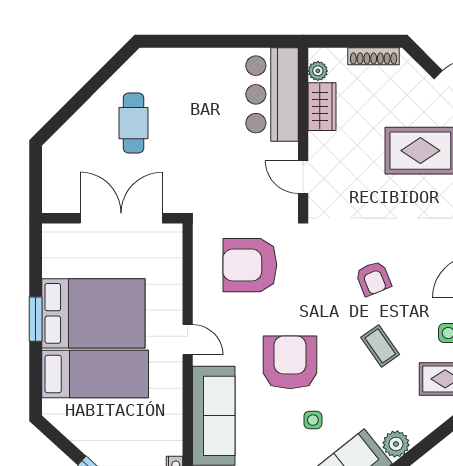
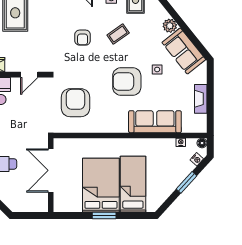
armchair: (250, 265) -> (75, 103), turned 180
armchair: (373, 278) -> (83, 38), turned 112
door: (188, 340) -> (115, 135), removed

